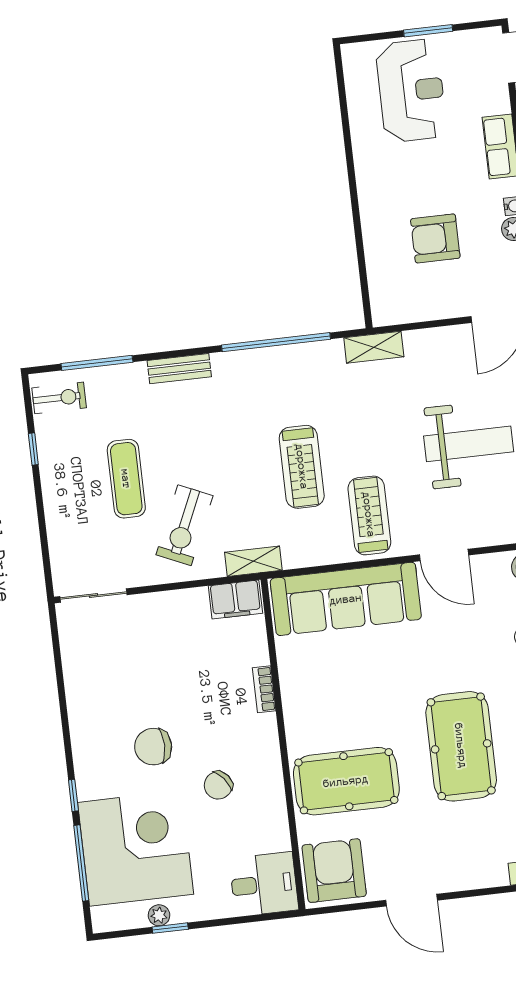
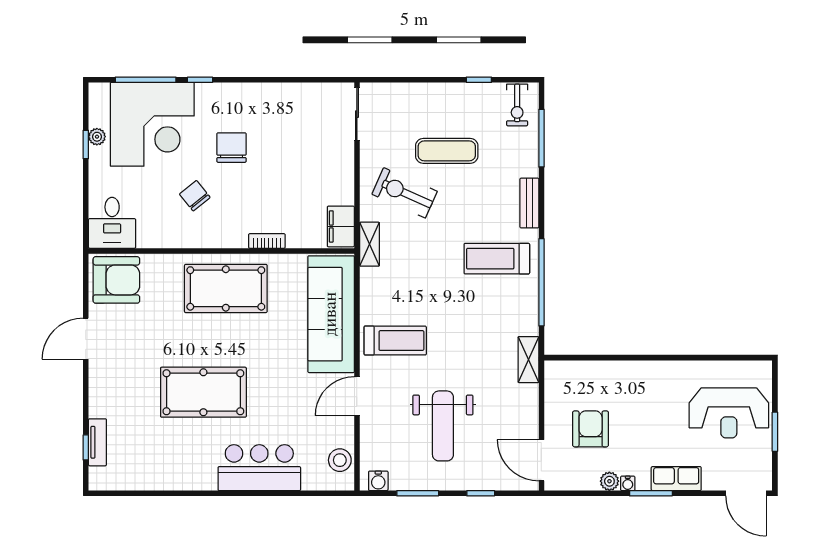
armchair: (435, 238) -> (591, 429), moved
treadmill: (302, 467) -> (497, 259), moved
pool table: (346, 781) -> (226, 288), moved, turned 90

